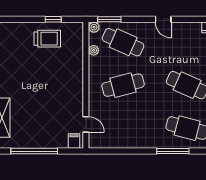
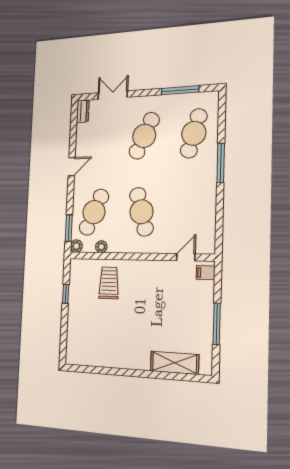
trolley: (47, 39) -> (109, 283), moved
window: (34, 151) -> (217, 324), width x0.68
window: (173, 151) -> (221, 163), moved

